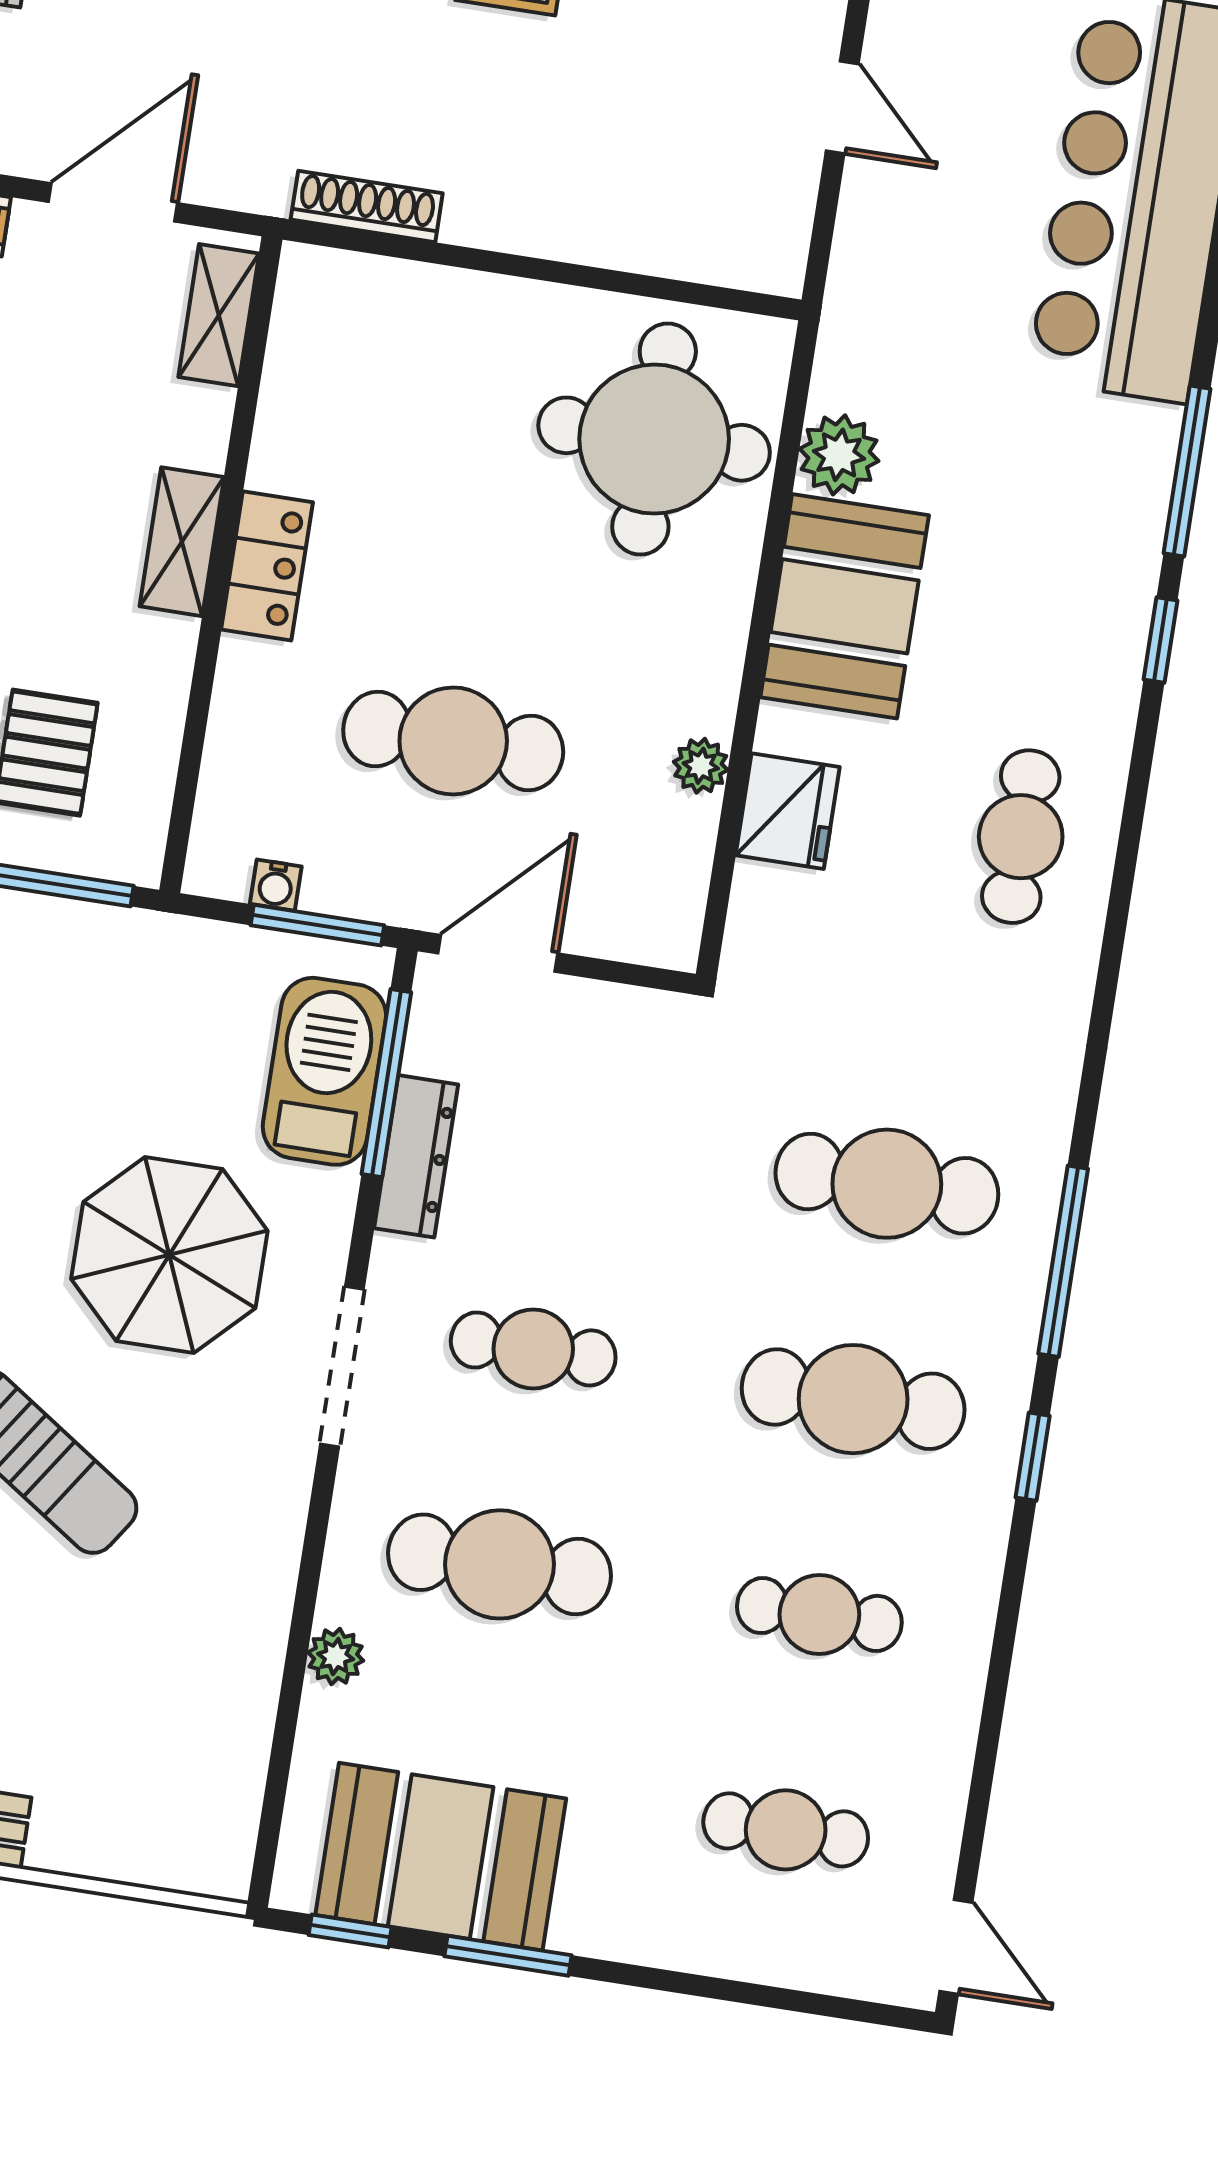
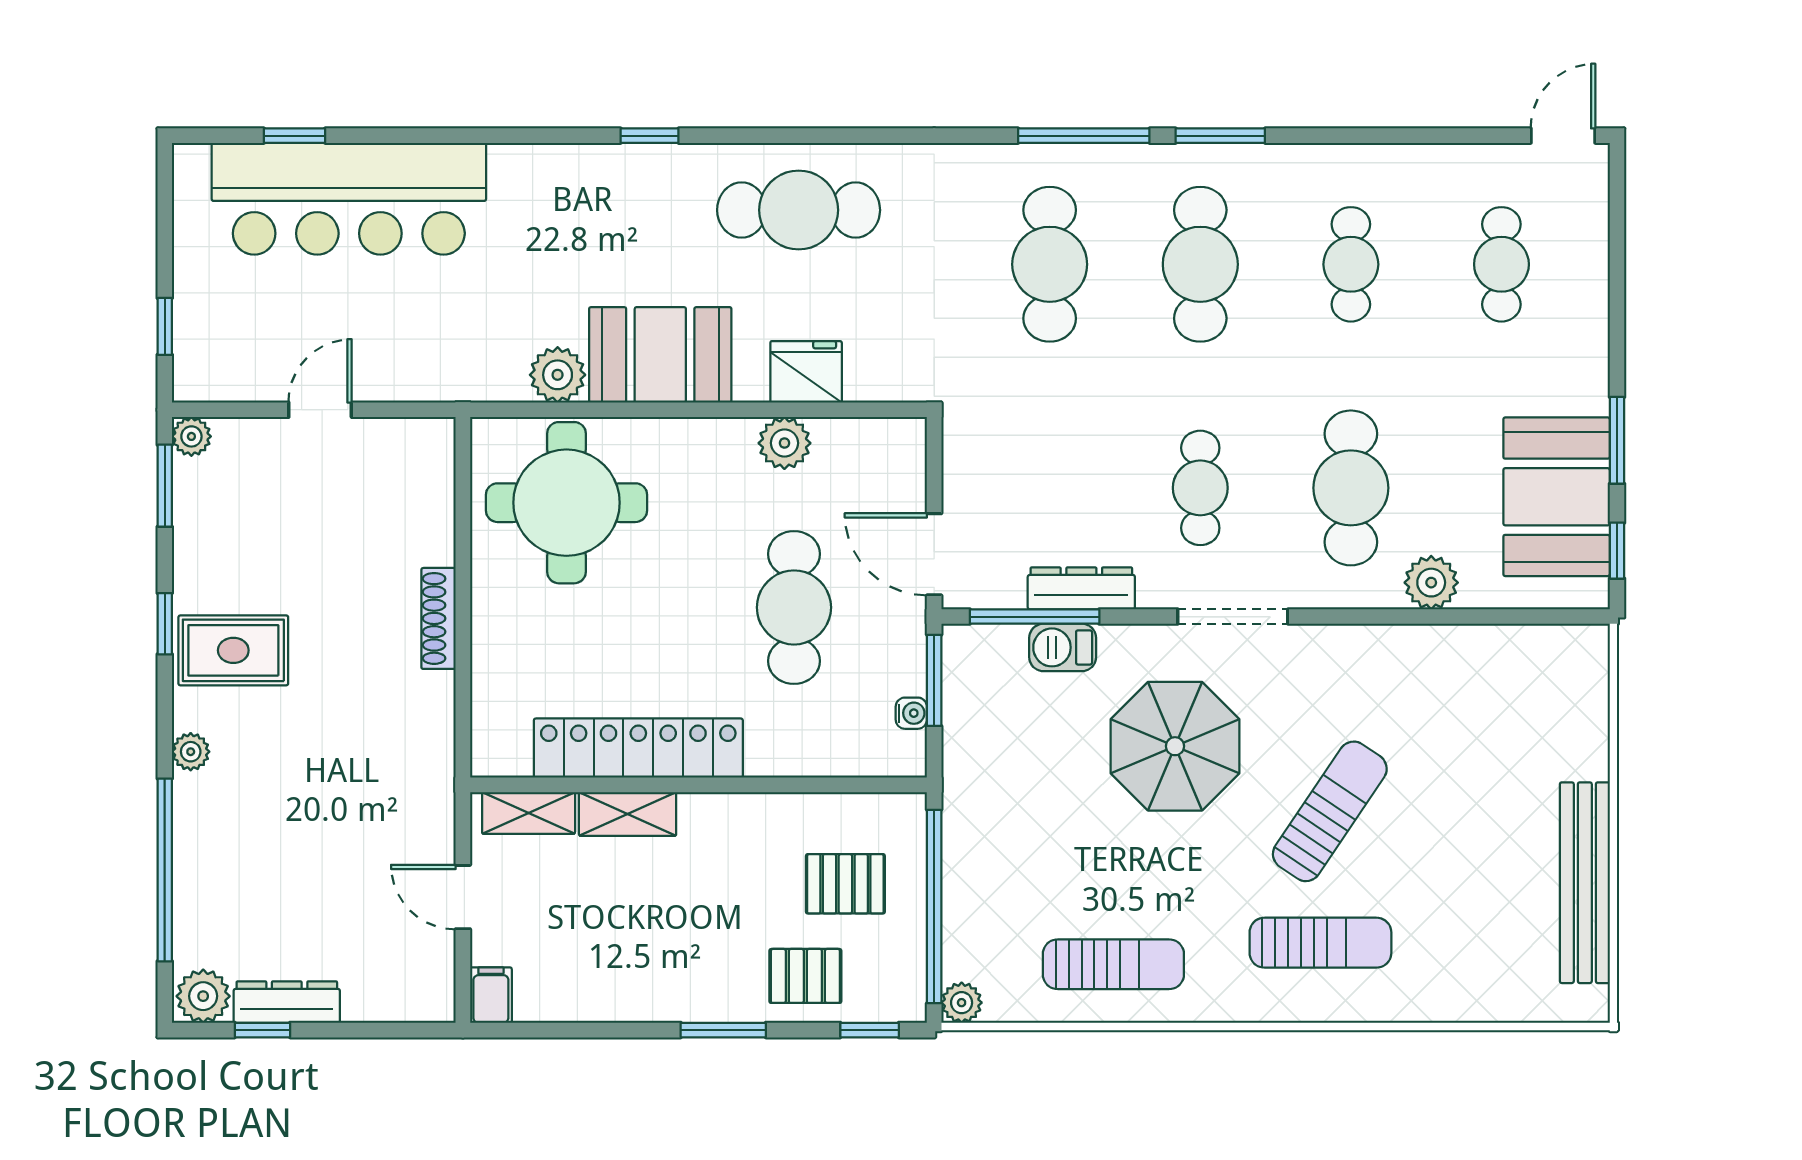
door: (113, 202) -> (463, 897), width x0.73
shoe rack: (367, 206) -> (438, 618), moved
window: (1187, 471) -> (531, 136), removed
shelving: (182, 542) -> (628, 814), moved
locker: (267, 566) -> (638, 748), width x2.16, depth x1.21
plant: (701, 766) -> (784, 443), width x1.38, depth x1.38
cafe table: (1021, 837) -> (799, 210), width x1.37, depth x1.35
barbecue: (324, 1071) -> (1063, 647), width x0.53, depth x0.65
window: (1033, 1457) -> (1220, 136), width x1.50
plant: (336, 1656) -> (1431, 583), width x1.38, depth x1.38

